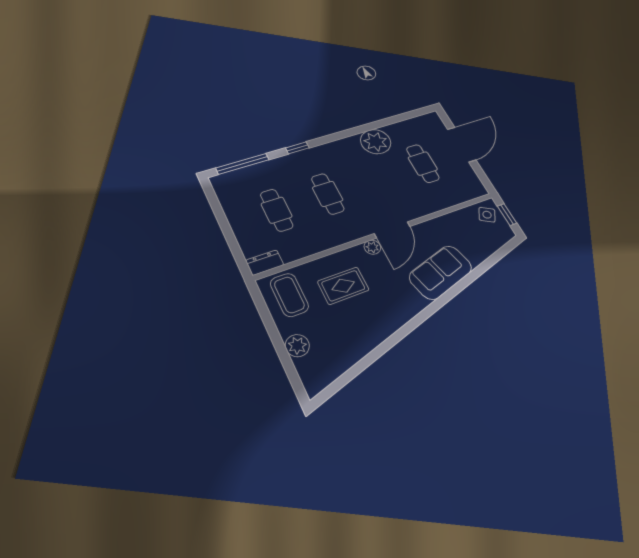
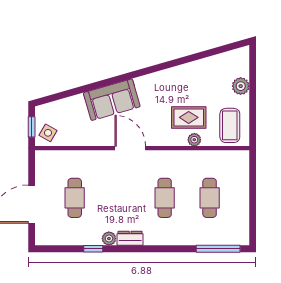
plant: (376, 142) -> (109, 239), width x0.53, depth x0.53
window: (297, 148) -> (93, 249), moved
door: (392, 230) -> (130, 148), hinge flipped
plant: (372, 247) -> (194, 140), moved
dresser: (265, 263) -> (130, 238), moved, turned 180

